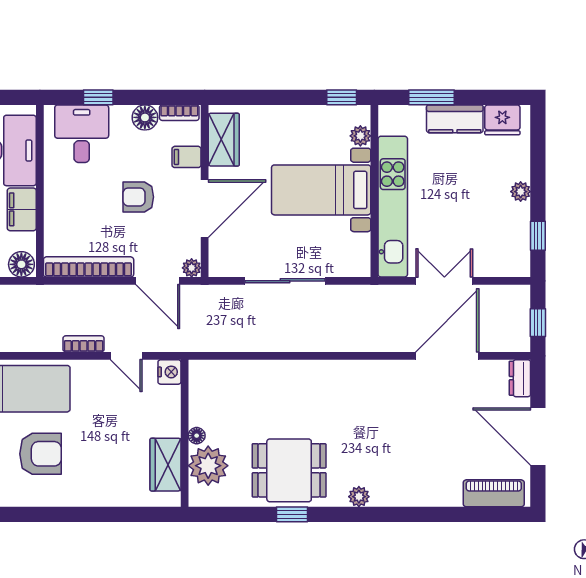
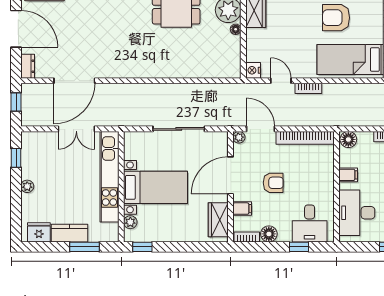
filing cabinet: (22, 209) -> (348, 175), width x0.50

